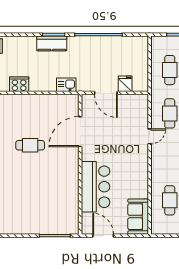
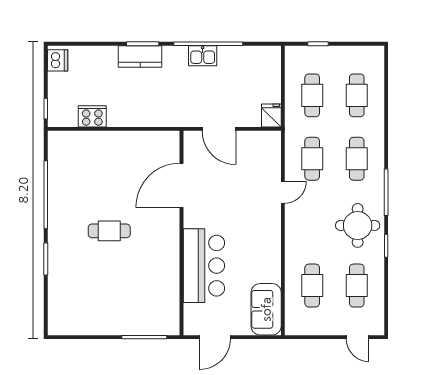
fridge: (125, 84) -> (271, 115), moved
kitchen sink: (66, 85) -> (203, 56), moved, turned 180
cafe table: (30, 145) -> (109, 231), moved
door: (103, 236) -> (215, 337), swing flipped

